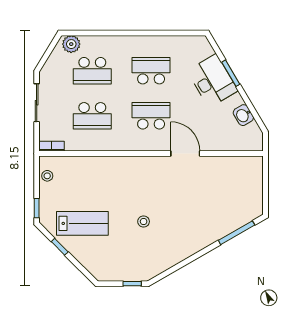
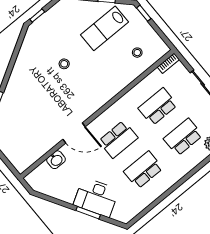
school desk: (151, 71) -> (143, 170), turned 180
washbasin: (243, 115) -> (56, 160), moved, turned 121
stool: (47, 176) -> (137, 53), moved

